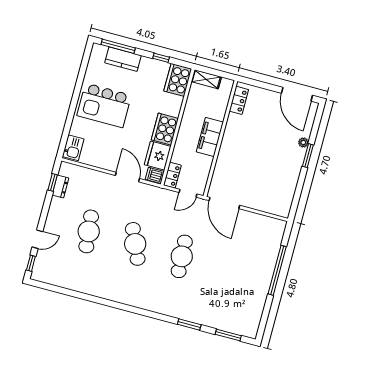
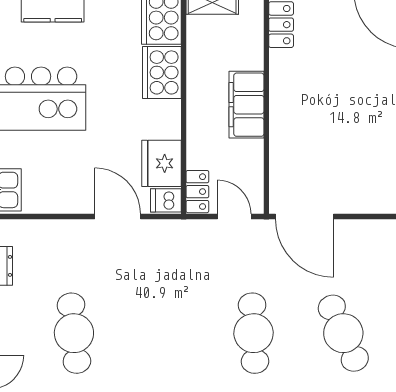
cooker: (165, 129) -> (162, 72), moved
door: (188, 193) -> (234, 217), swing flipped
cafe table: (135, 244) -> (343, 333), moved

